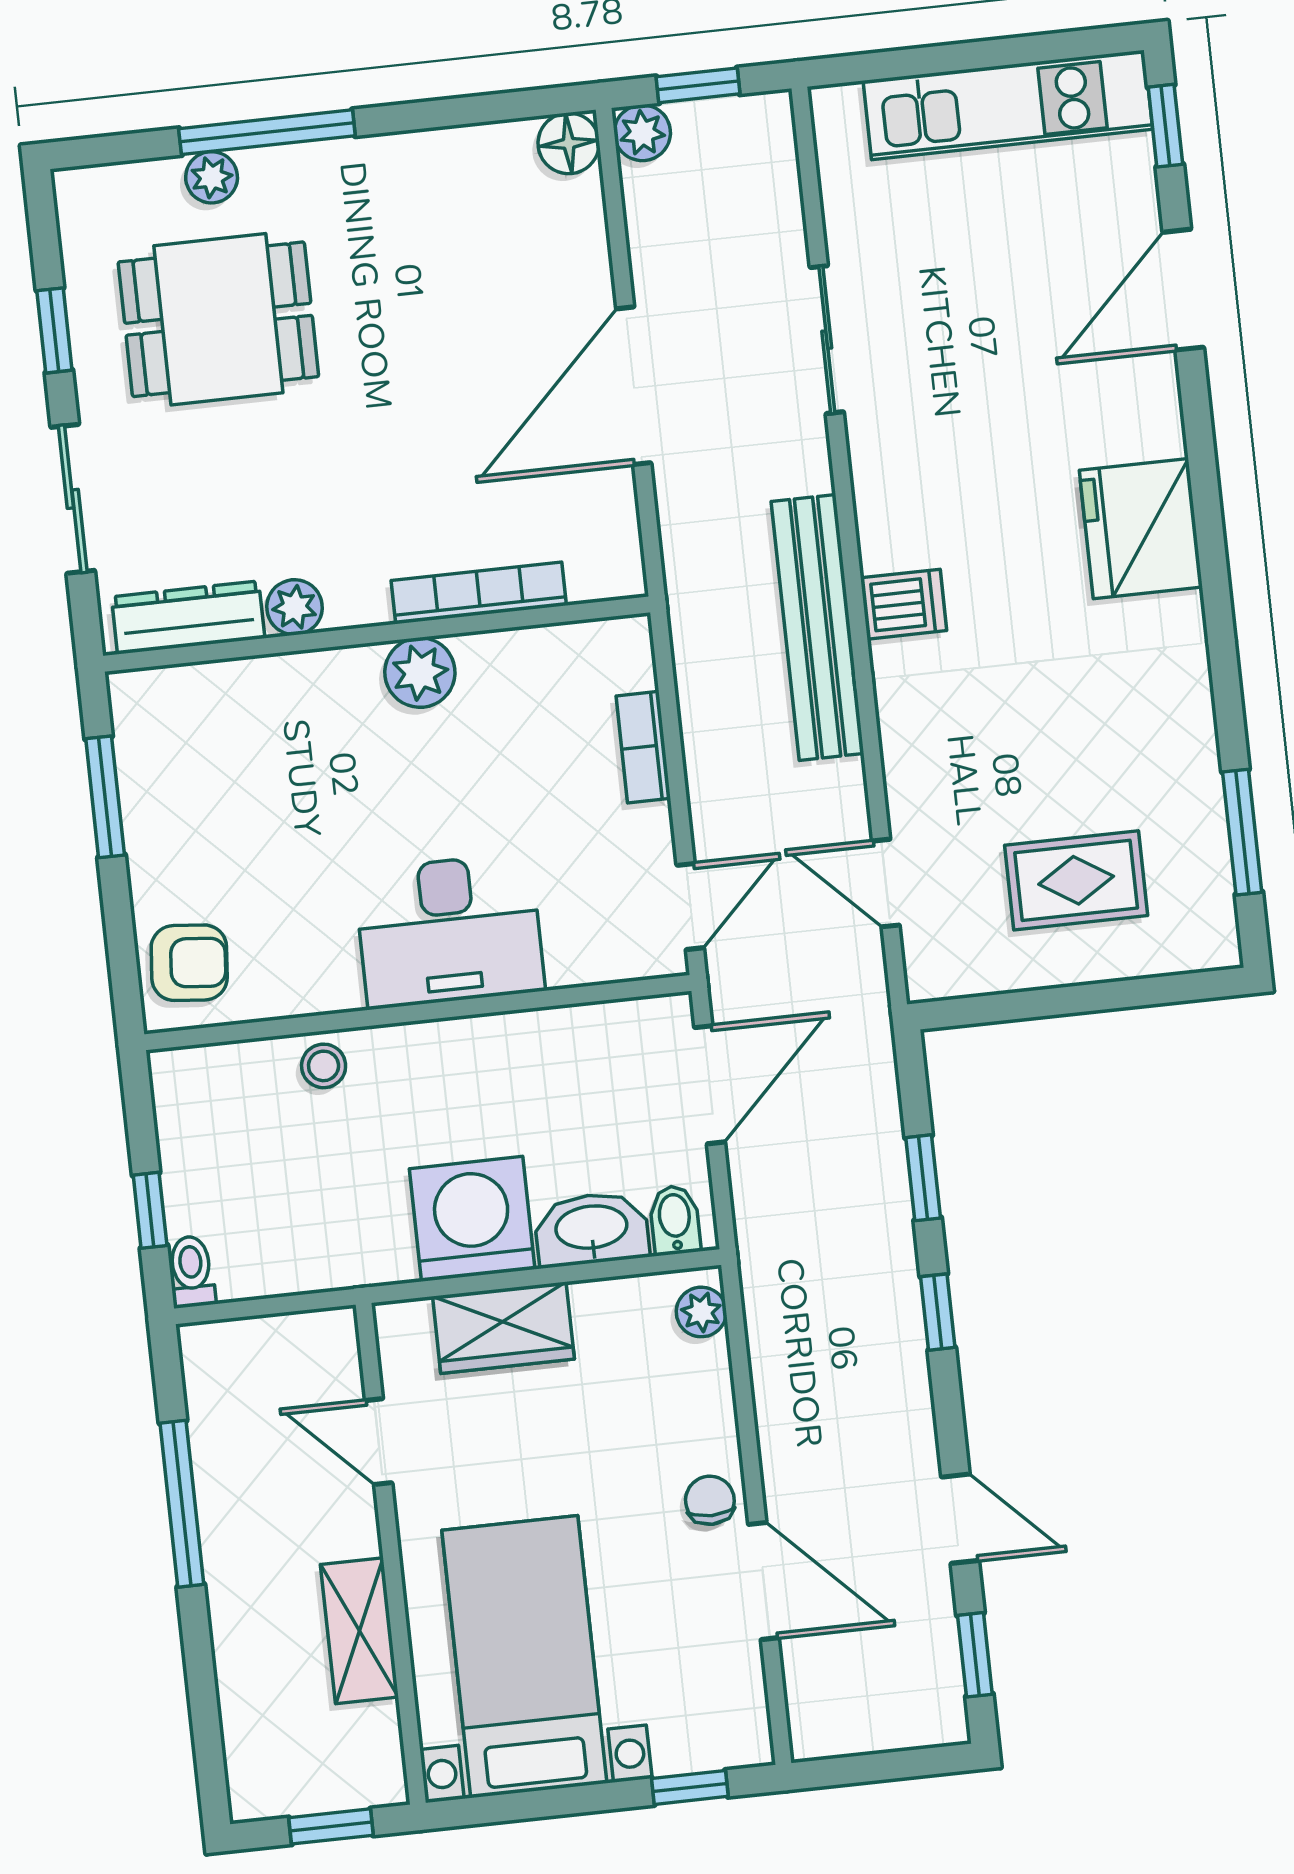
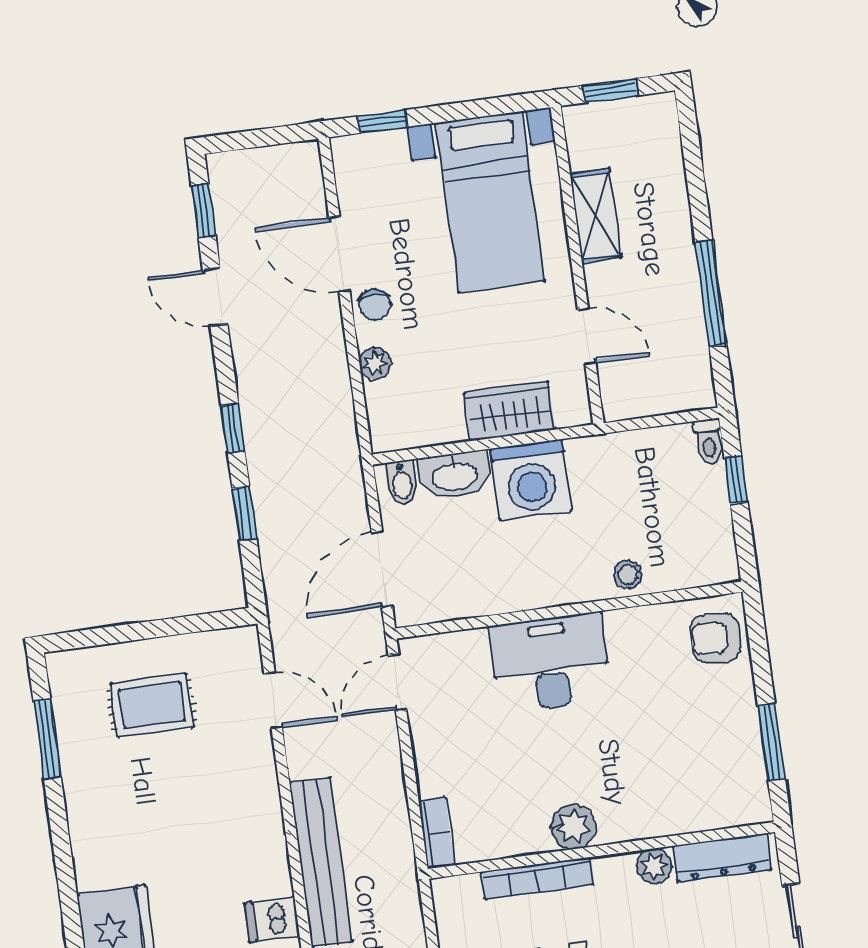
dishwasher: (904, 604) -> (272, 919), moved
bookcase: (643, 747) -> (437, 833), moved
plant: (701, 1312) -> (375, 363), moved

